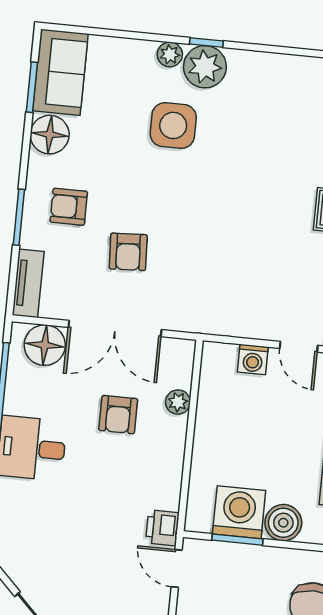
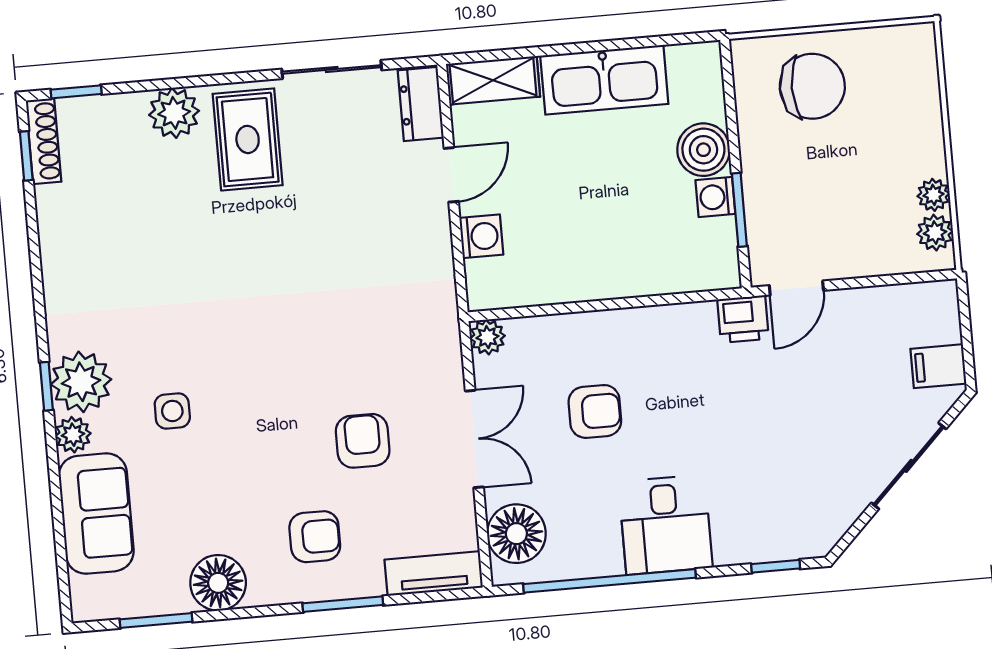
sofa: (60, 72) -> (96, 514), moved, turned 90
side table: (173, 125) -> (172, 411), width x0.54, depth x0.54
armchair: (69, 207) -> (315, 537), turned -90
armchair: (128, 252) -> (363, 441), turned -87
double door: (115, 329) -> (474, 439), width x0.73
plant: (178, 402) -> (487, 337), moved
washing machine: (239, 512) -> (715, 197), width x0.53, depth x0.53

